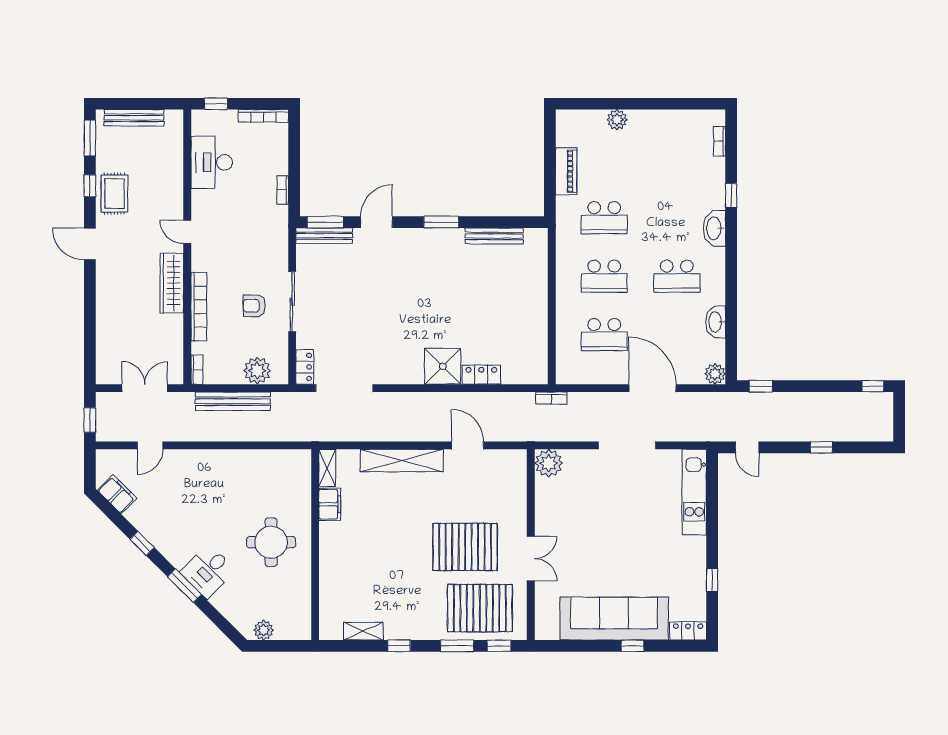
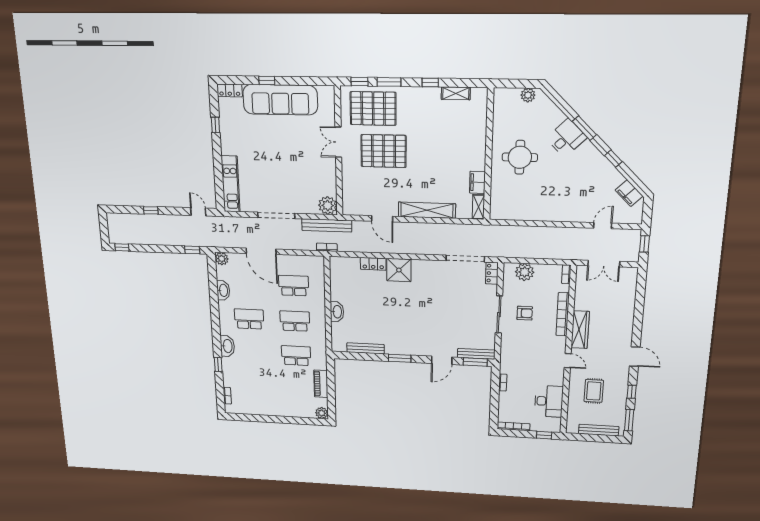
plant: (617, 120) -> (322, 413), moved
rug: (114, 194) -> (594, 391), moved
washbasin: (538, 295) -> (337, 312), added
bench: (233, 401) -> (327, 225), moved

